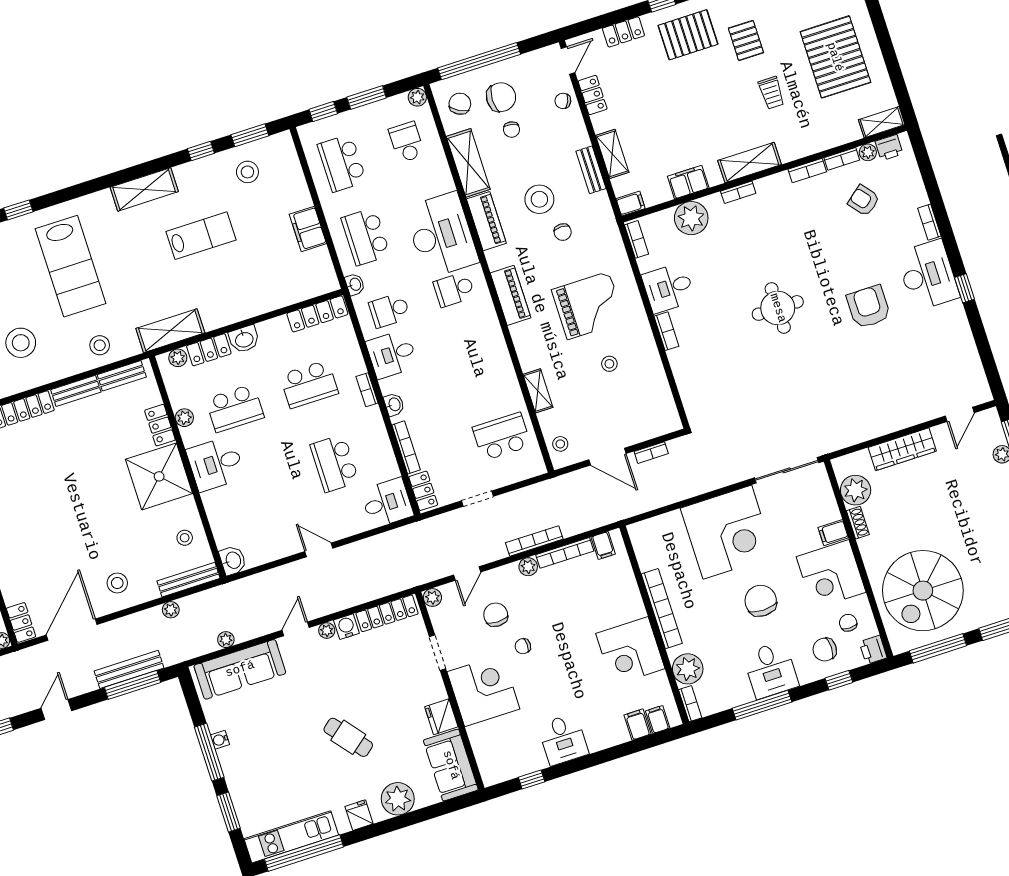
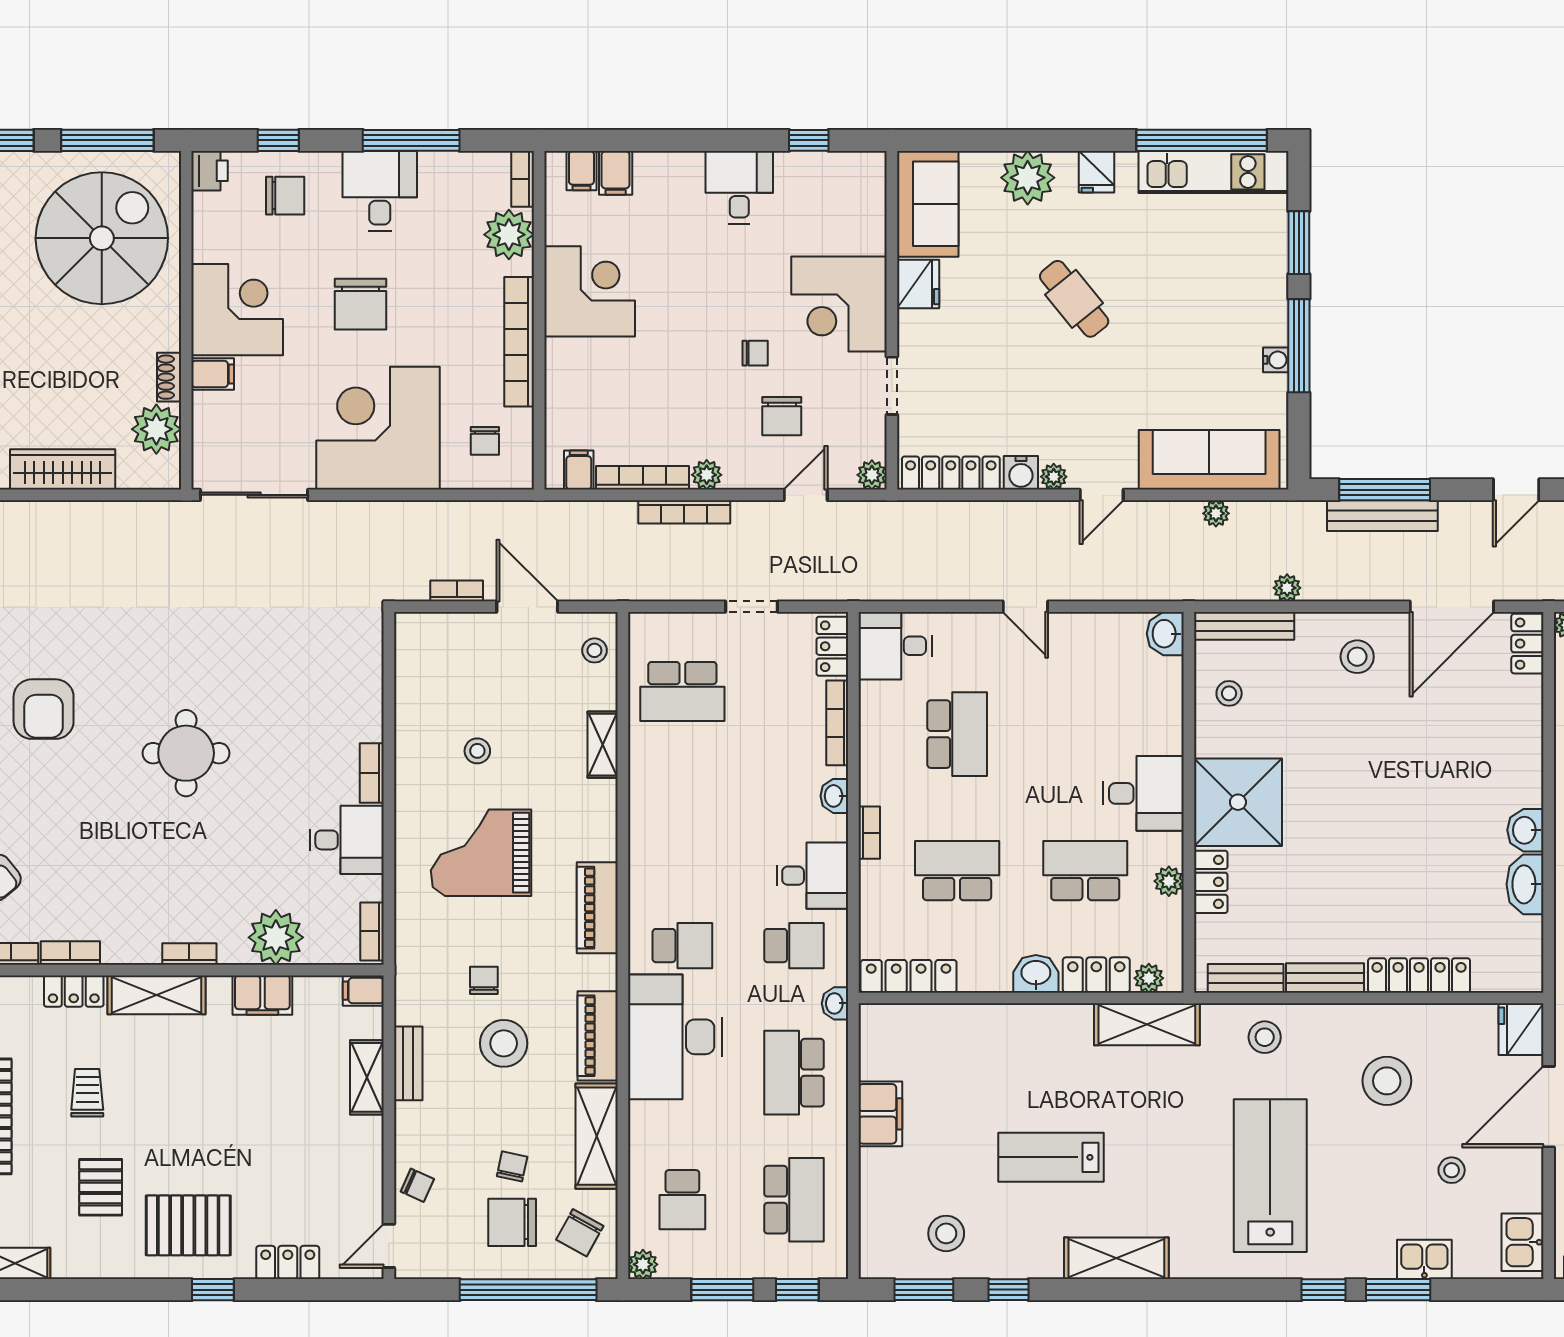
locker: (593, 95) -> (74, 991), moved, turned -90
school desk: (366, 237) -> (794, 1073), turned 180
chair: (848, 623) -> (485, 441), moved

